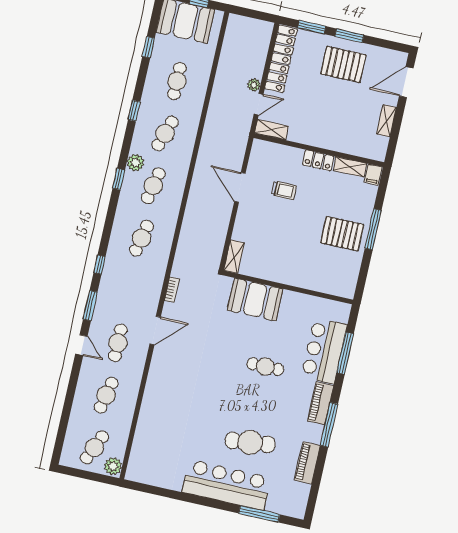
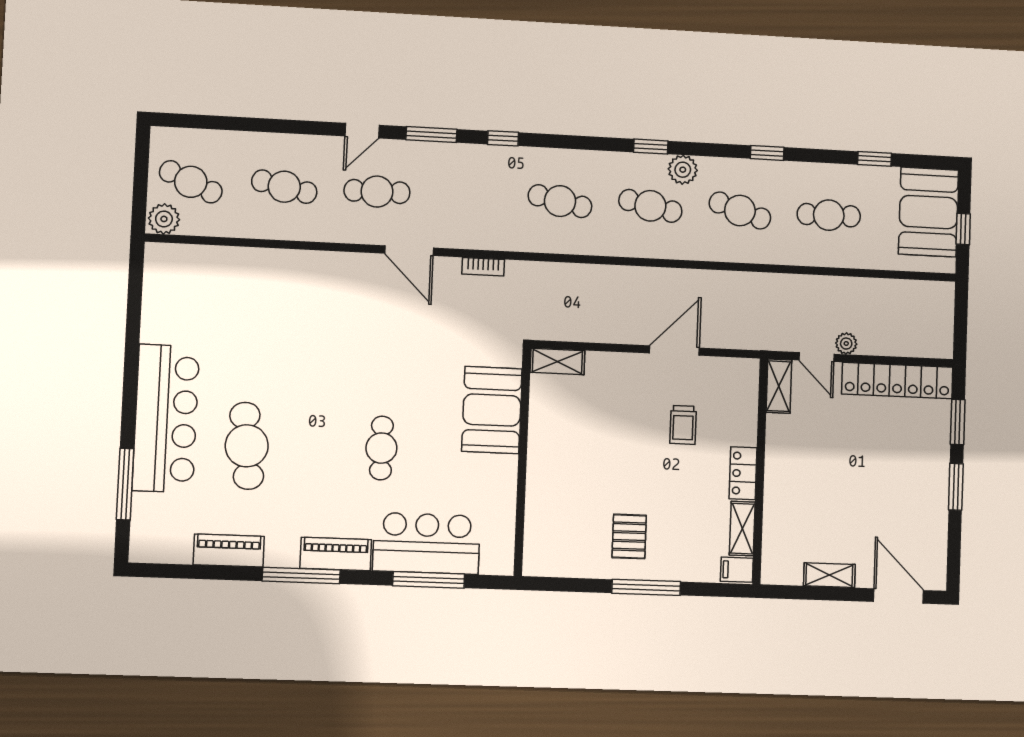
pallet: (343, 64) -> (907, 486), removed
pallet: (342, 234) -> (629, 536), width x0.67, depth x0.71

